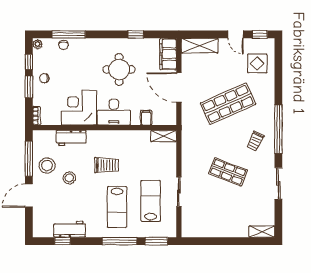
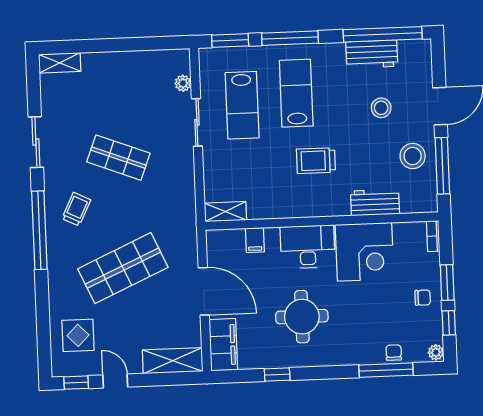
stool: (69, 178) -> (381, 108), moved
plant: (186, 216) -> (183, 83), added
window: (62, 241) -> (383, 34), width x3.17

